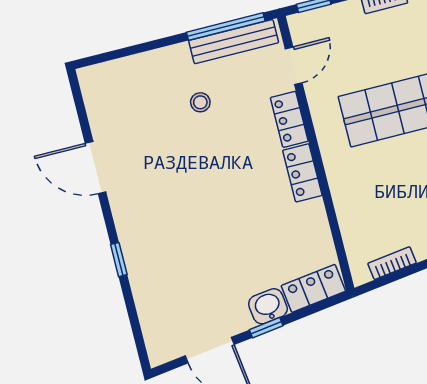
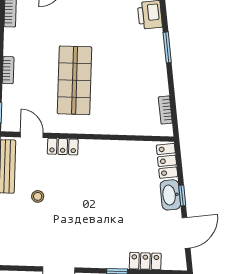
locker: (302, 173) -> (145, 261), moved, turned 180
washbasin: (268, 306) -> (170, 195), width x1.38

